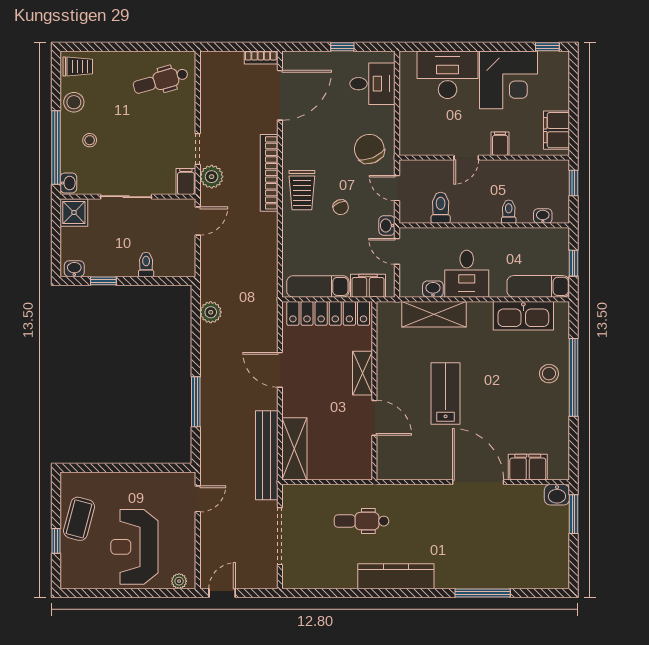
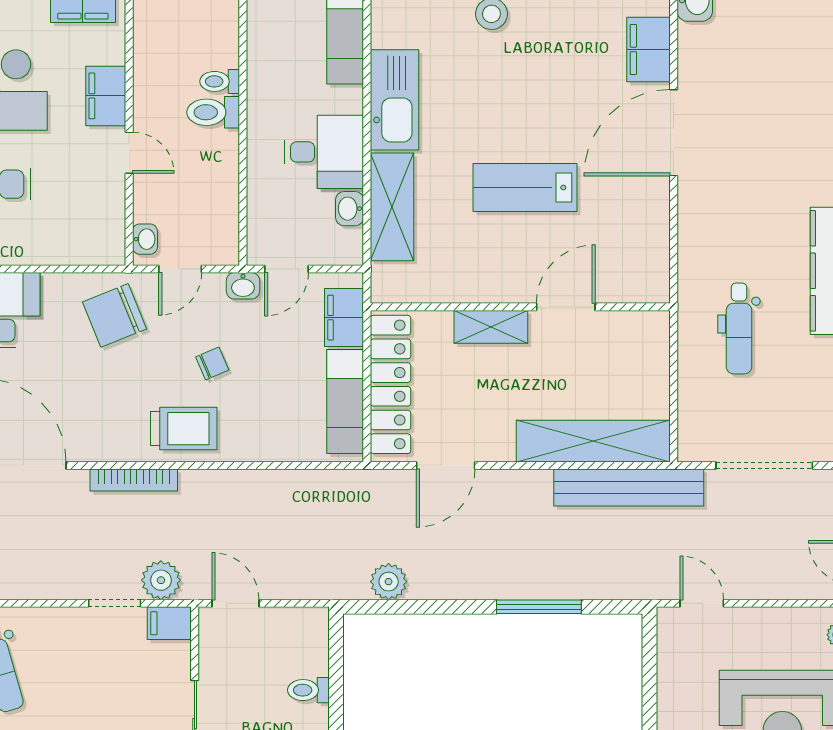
filing cabinet: (500, 144) -> (106, 96), width x2.00
bookcase: (269, 173) -> (134, 480), width x0.68, depth x0.76
toilet: (441, 208) -> (213, 112), moved
washbasin: (543, 216) -> (145, 239), moved, turned 180
kitchen sink: (523, 316) -> (395, 100), moved
door: (280, 370) -> (446, 465), moved
shelving: (294, 449) -> (593, 441), width x1.47

